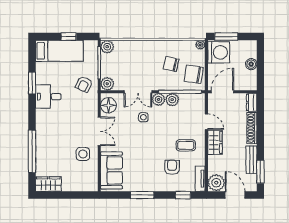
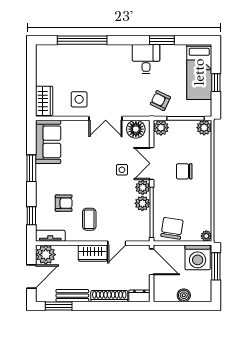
chair: (171, 64) -> (184, 171), moved, turned -103
sofa: (111, 170) -> (48, 142), moved, turned -90
wardrobe: (48, 184) -> (44, 101), moved

